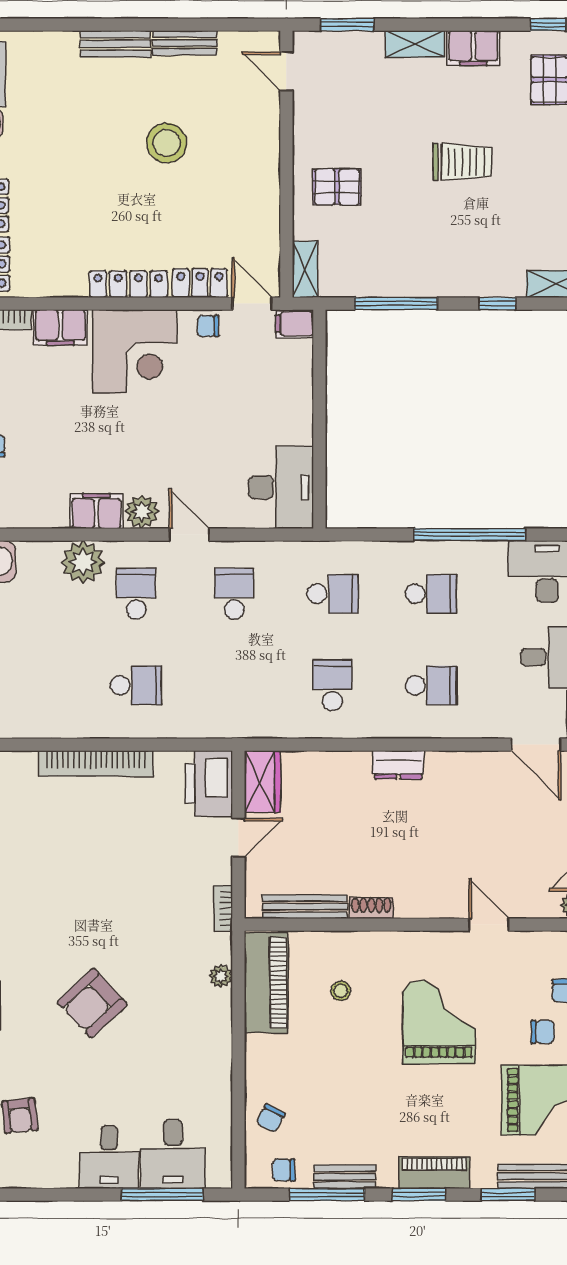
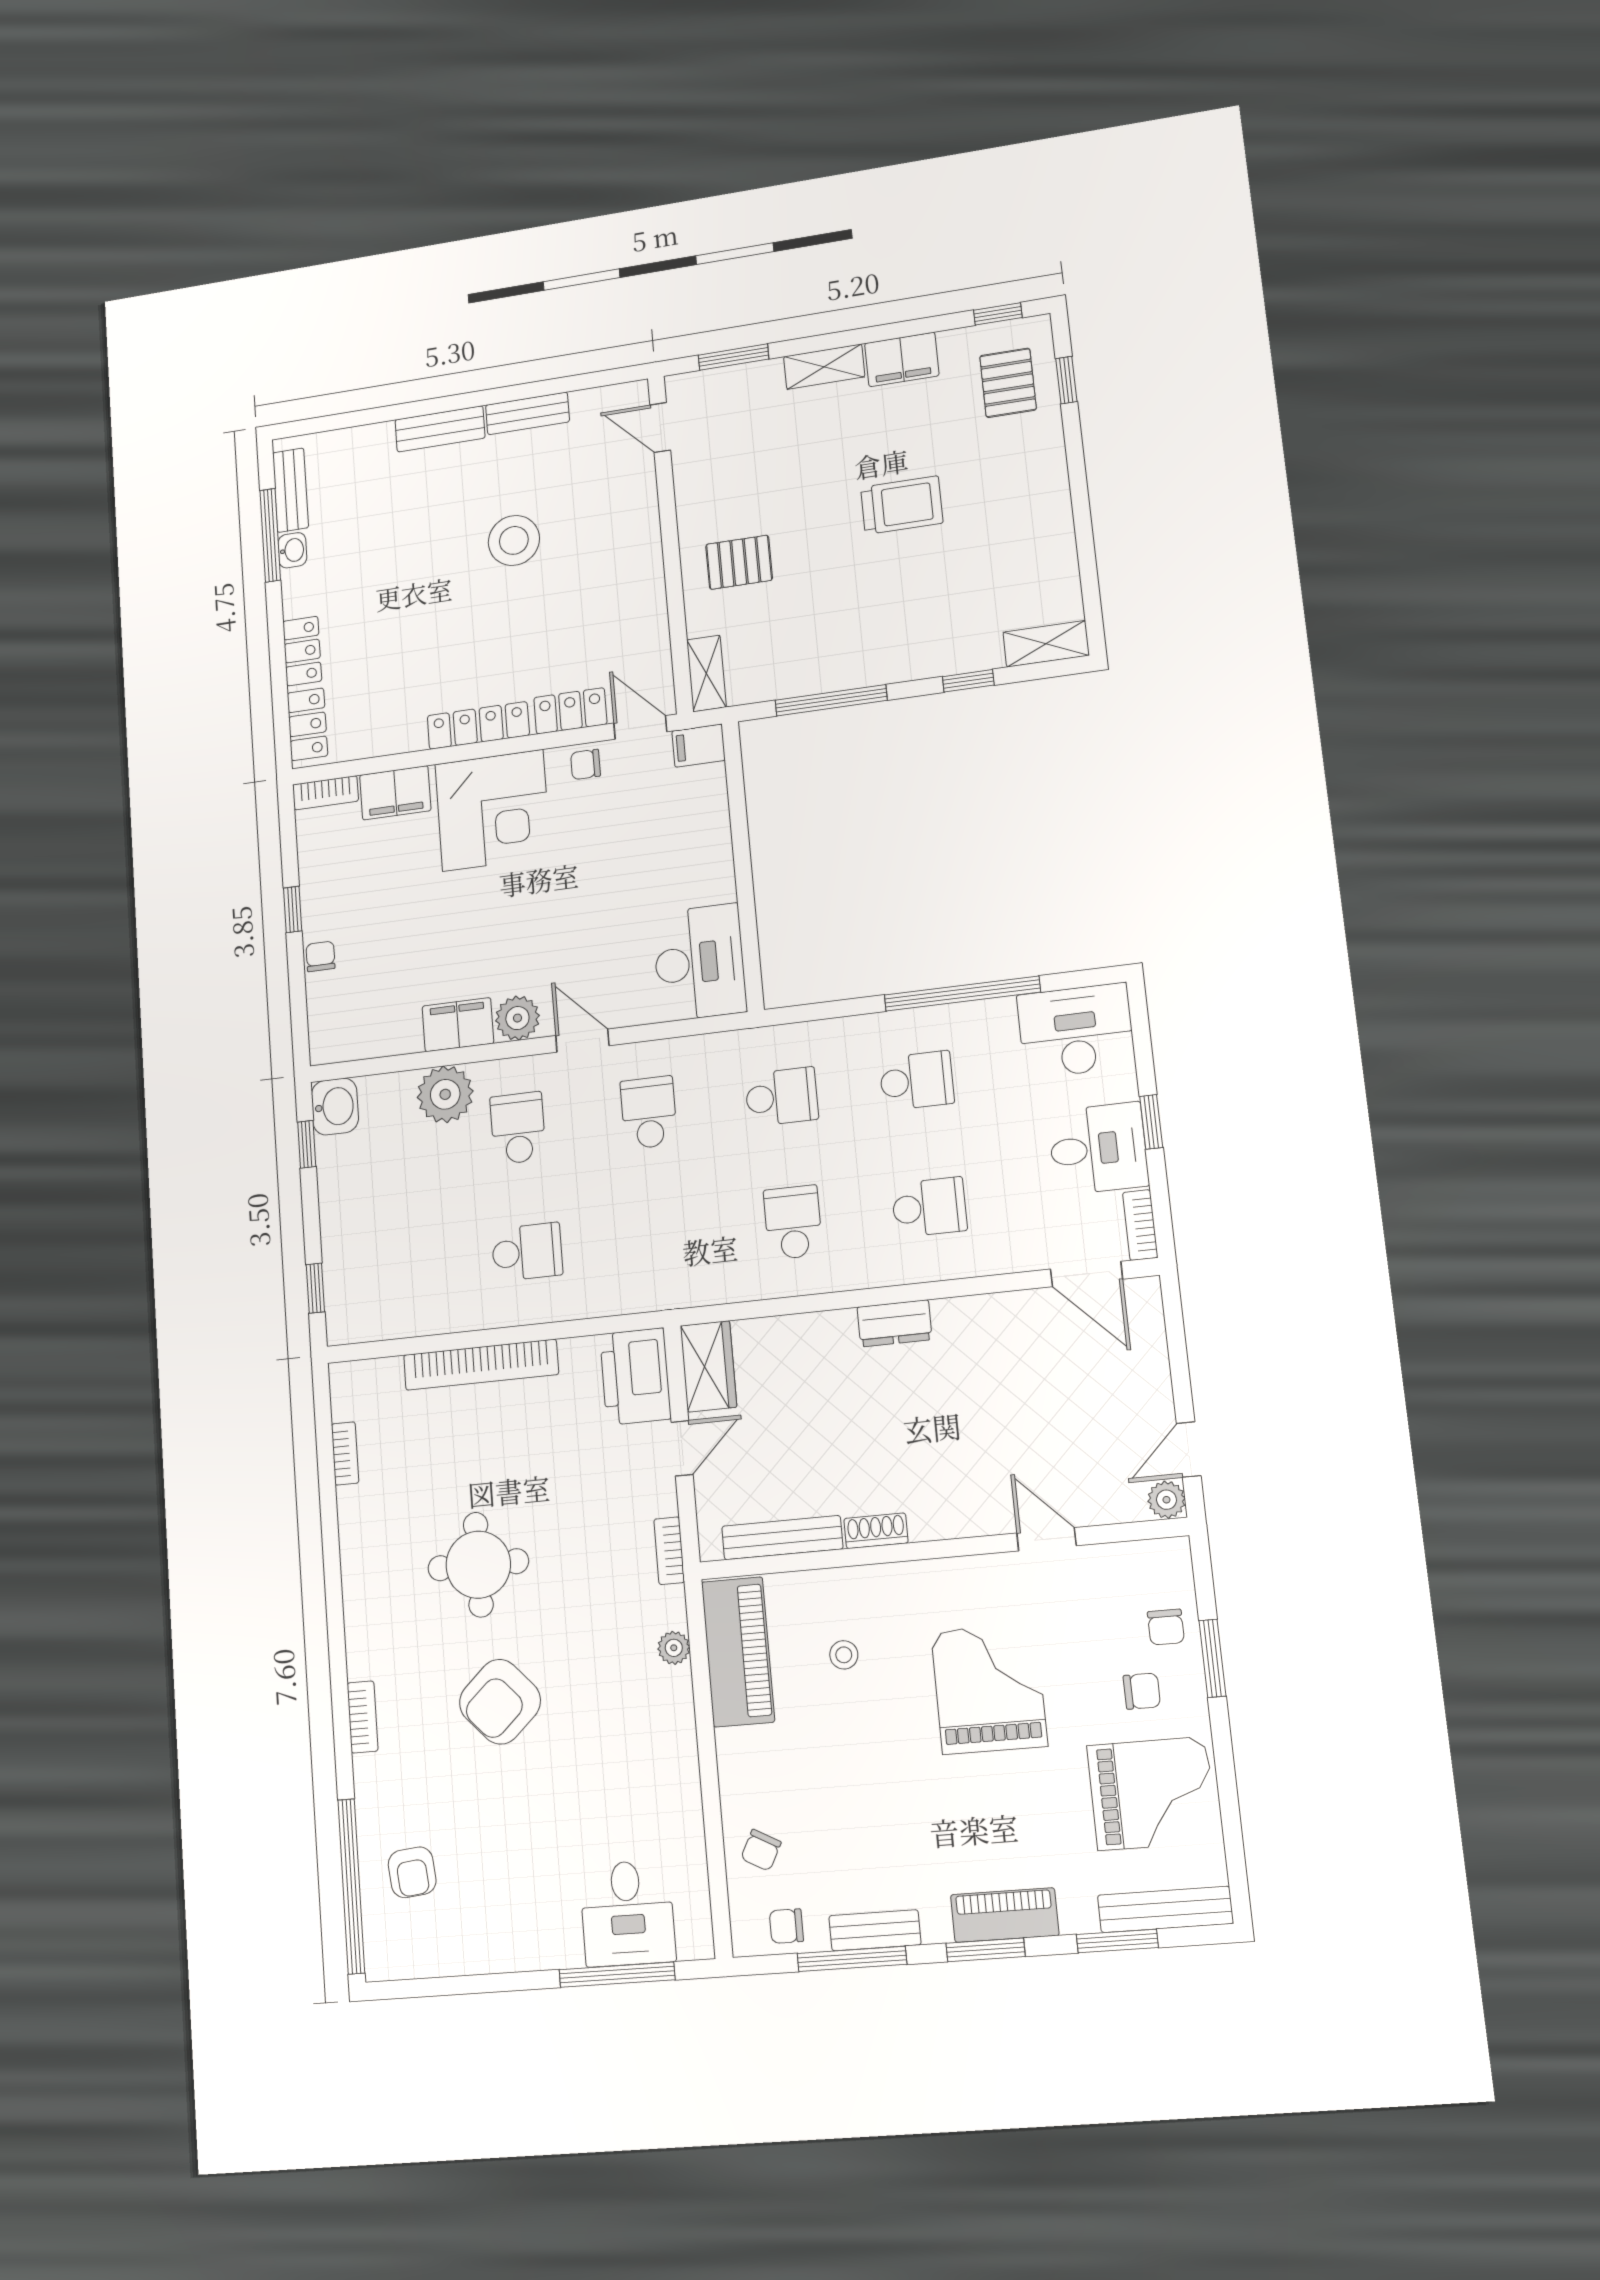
round table: (83, 906) -> (478, 1565), added
desk: (109, 1157) -> (539, 1924), removed

